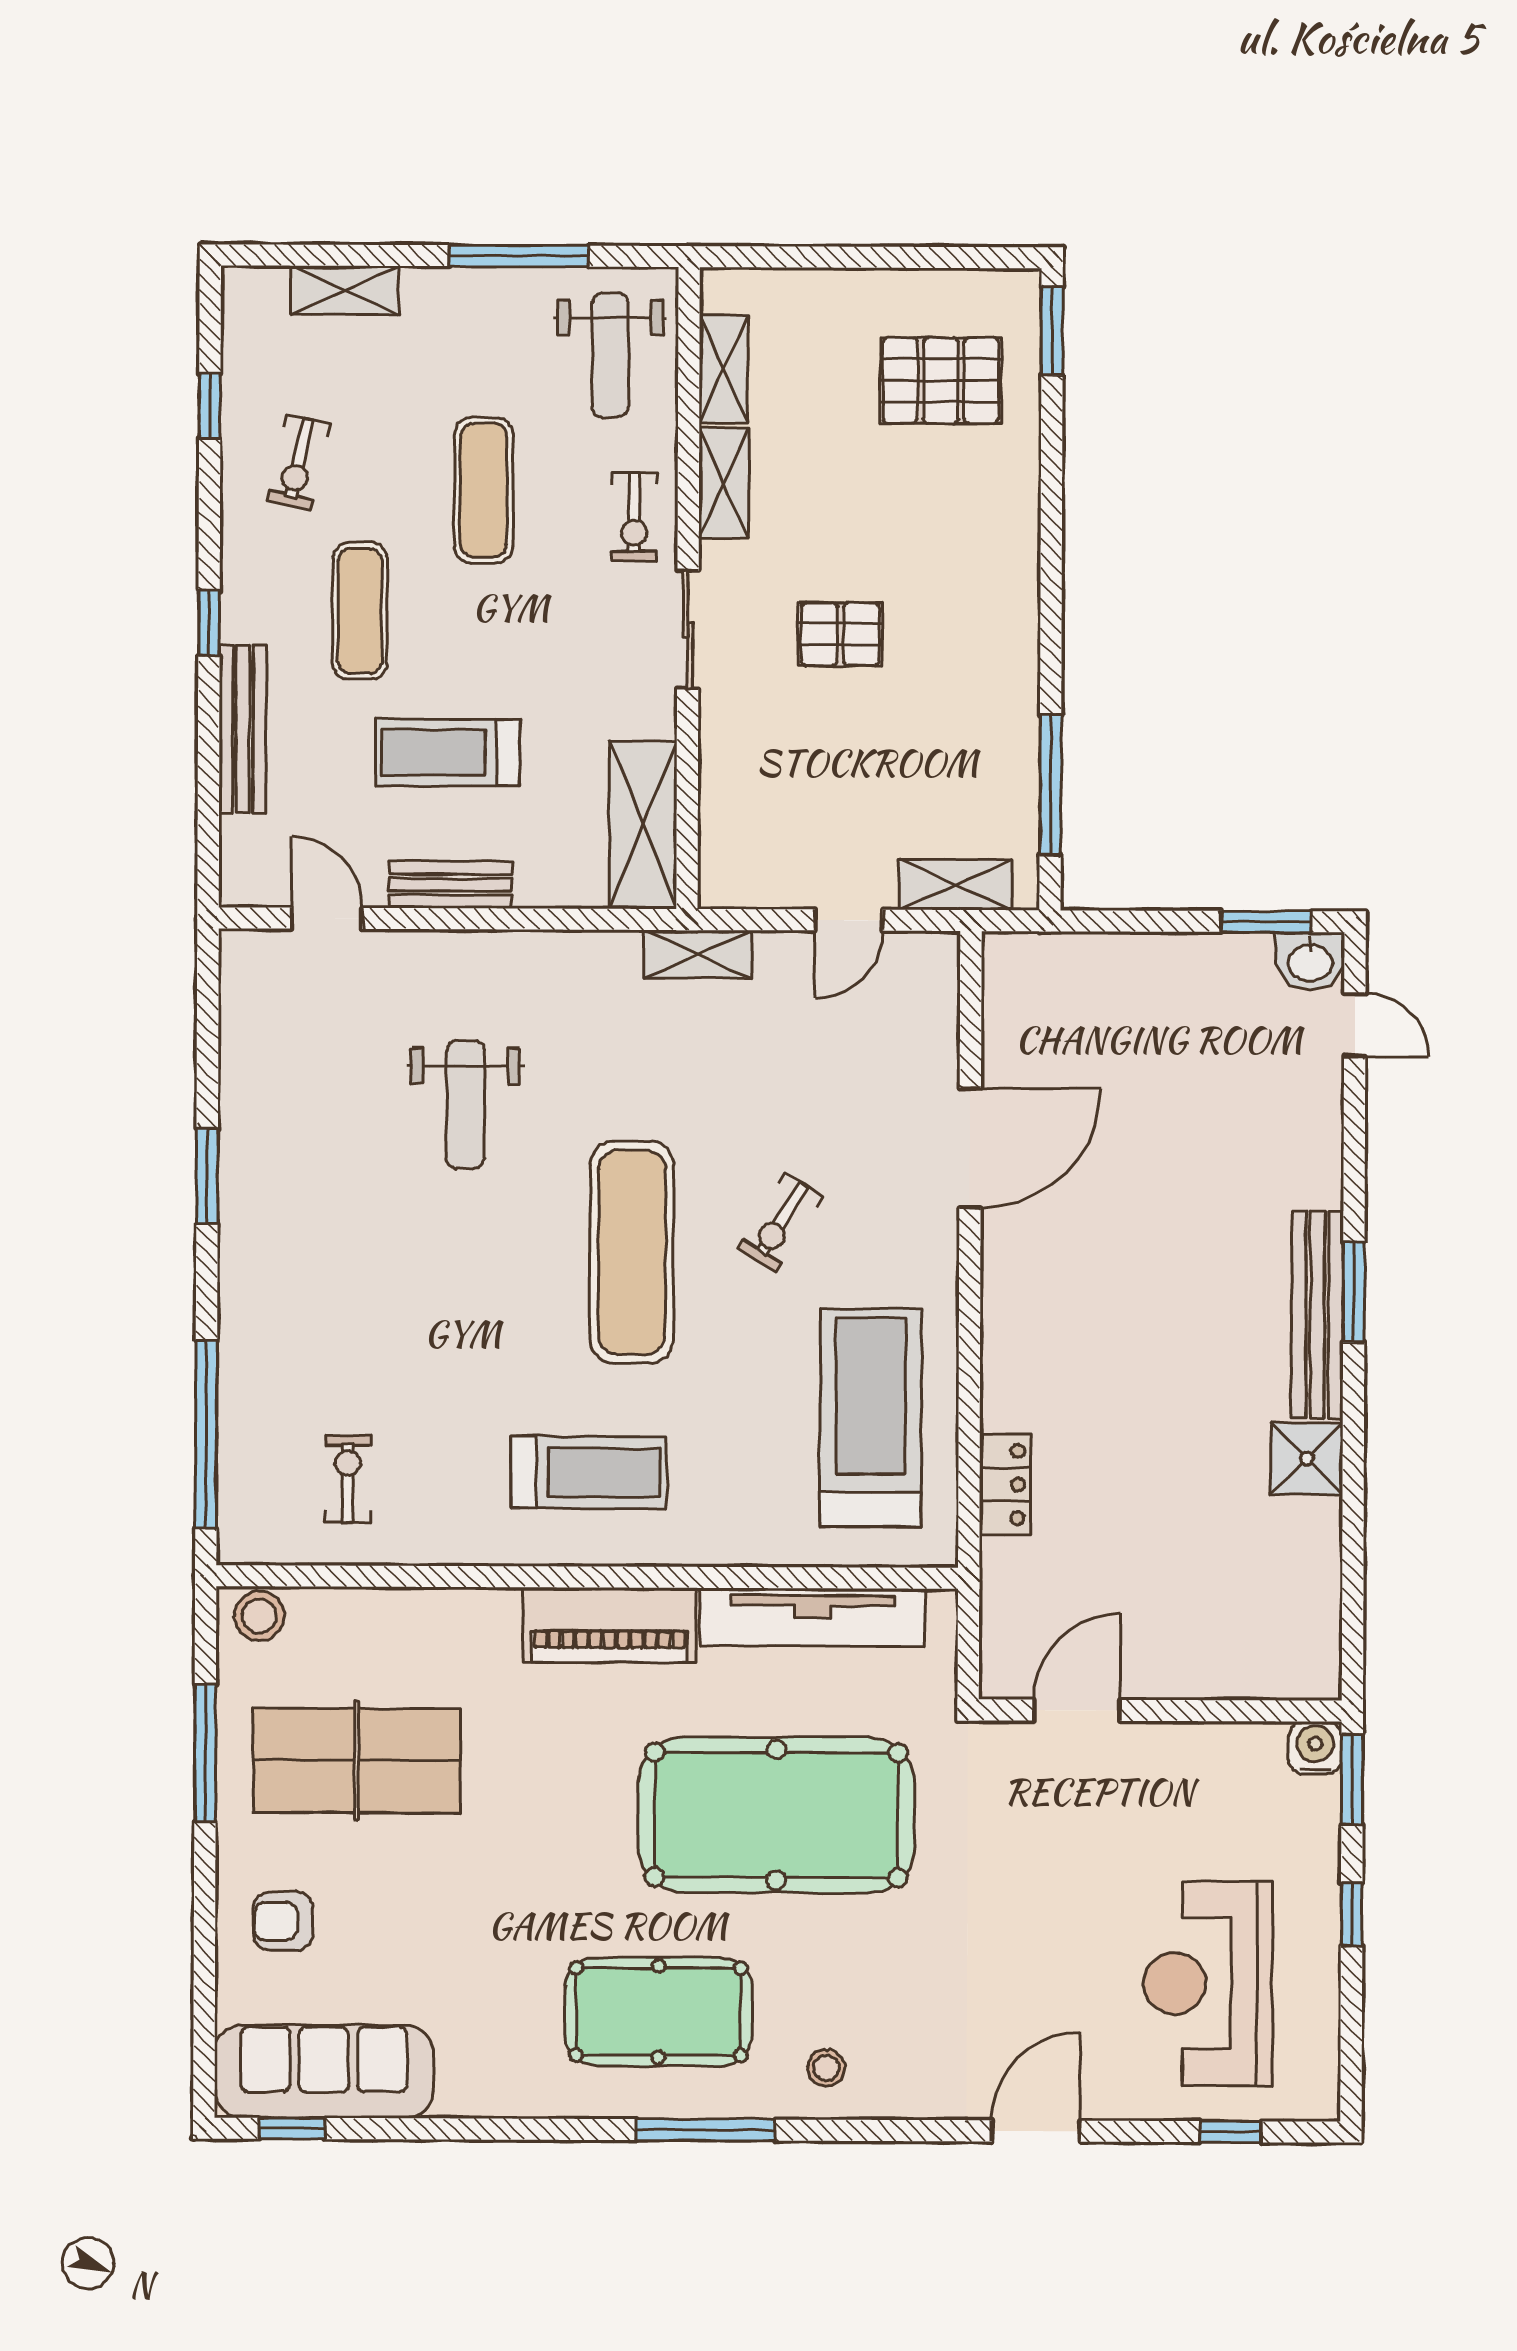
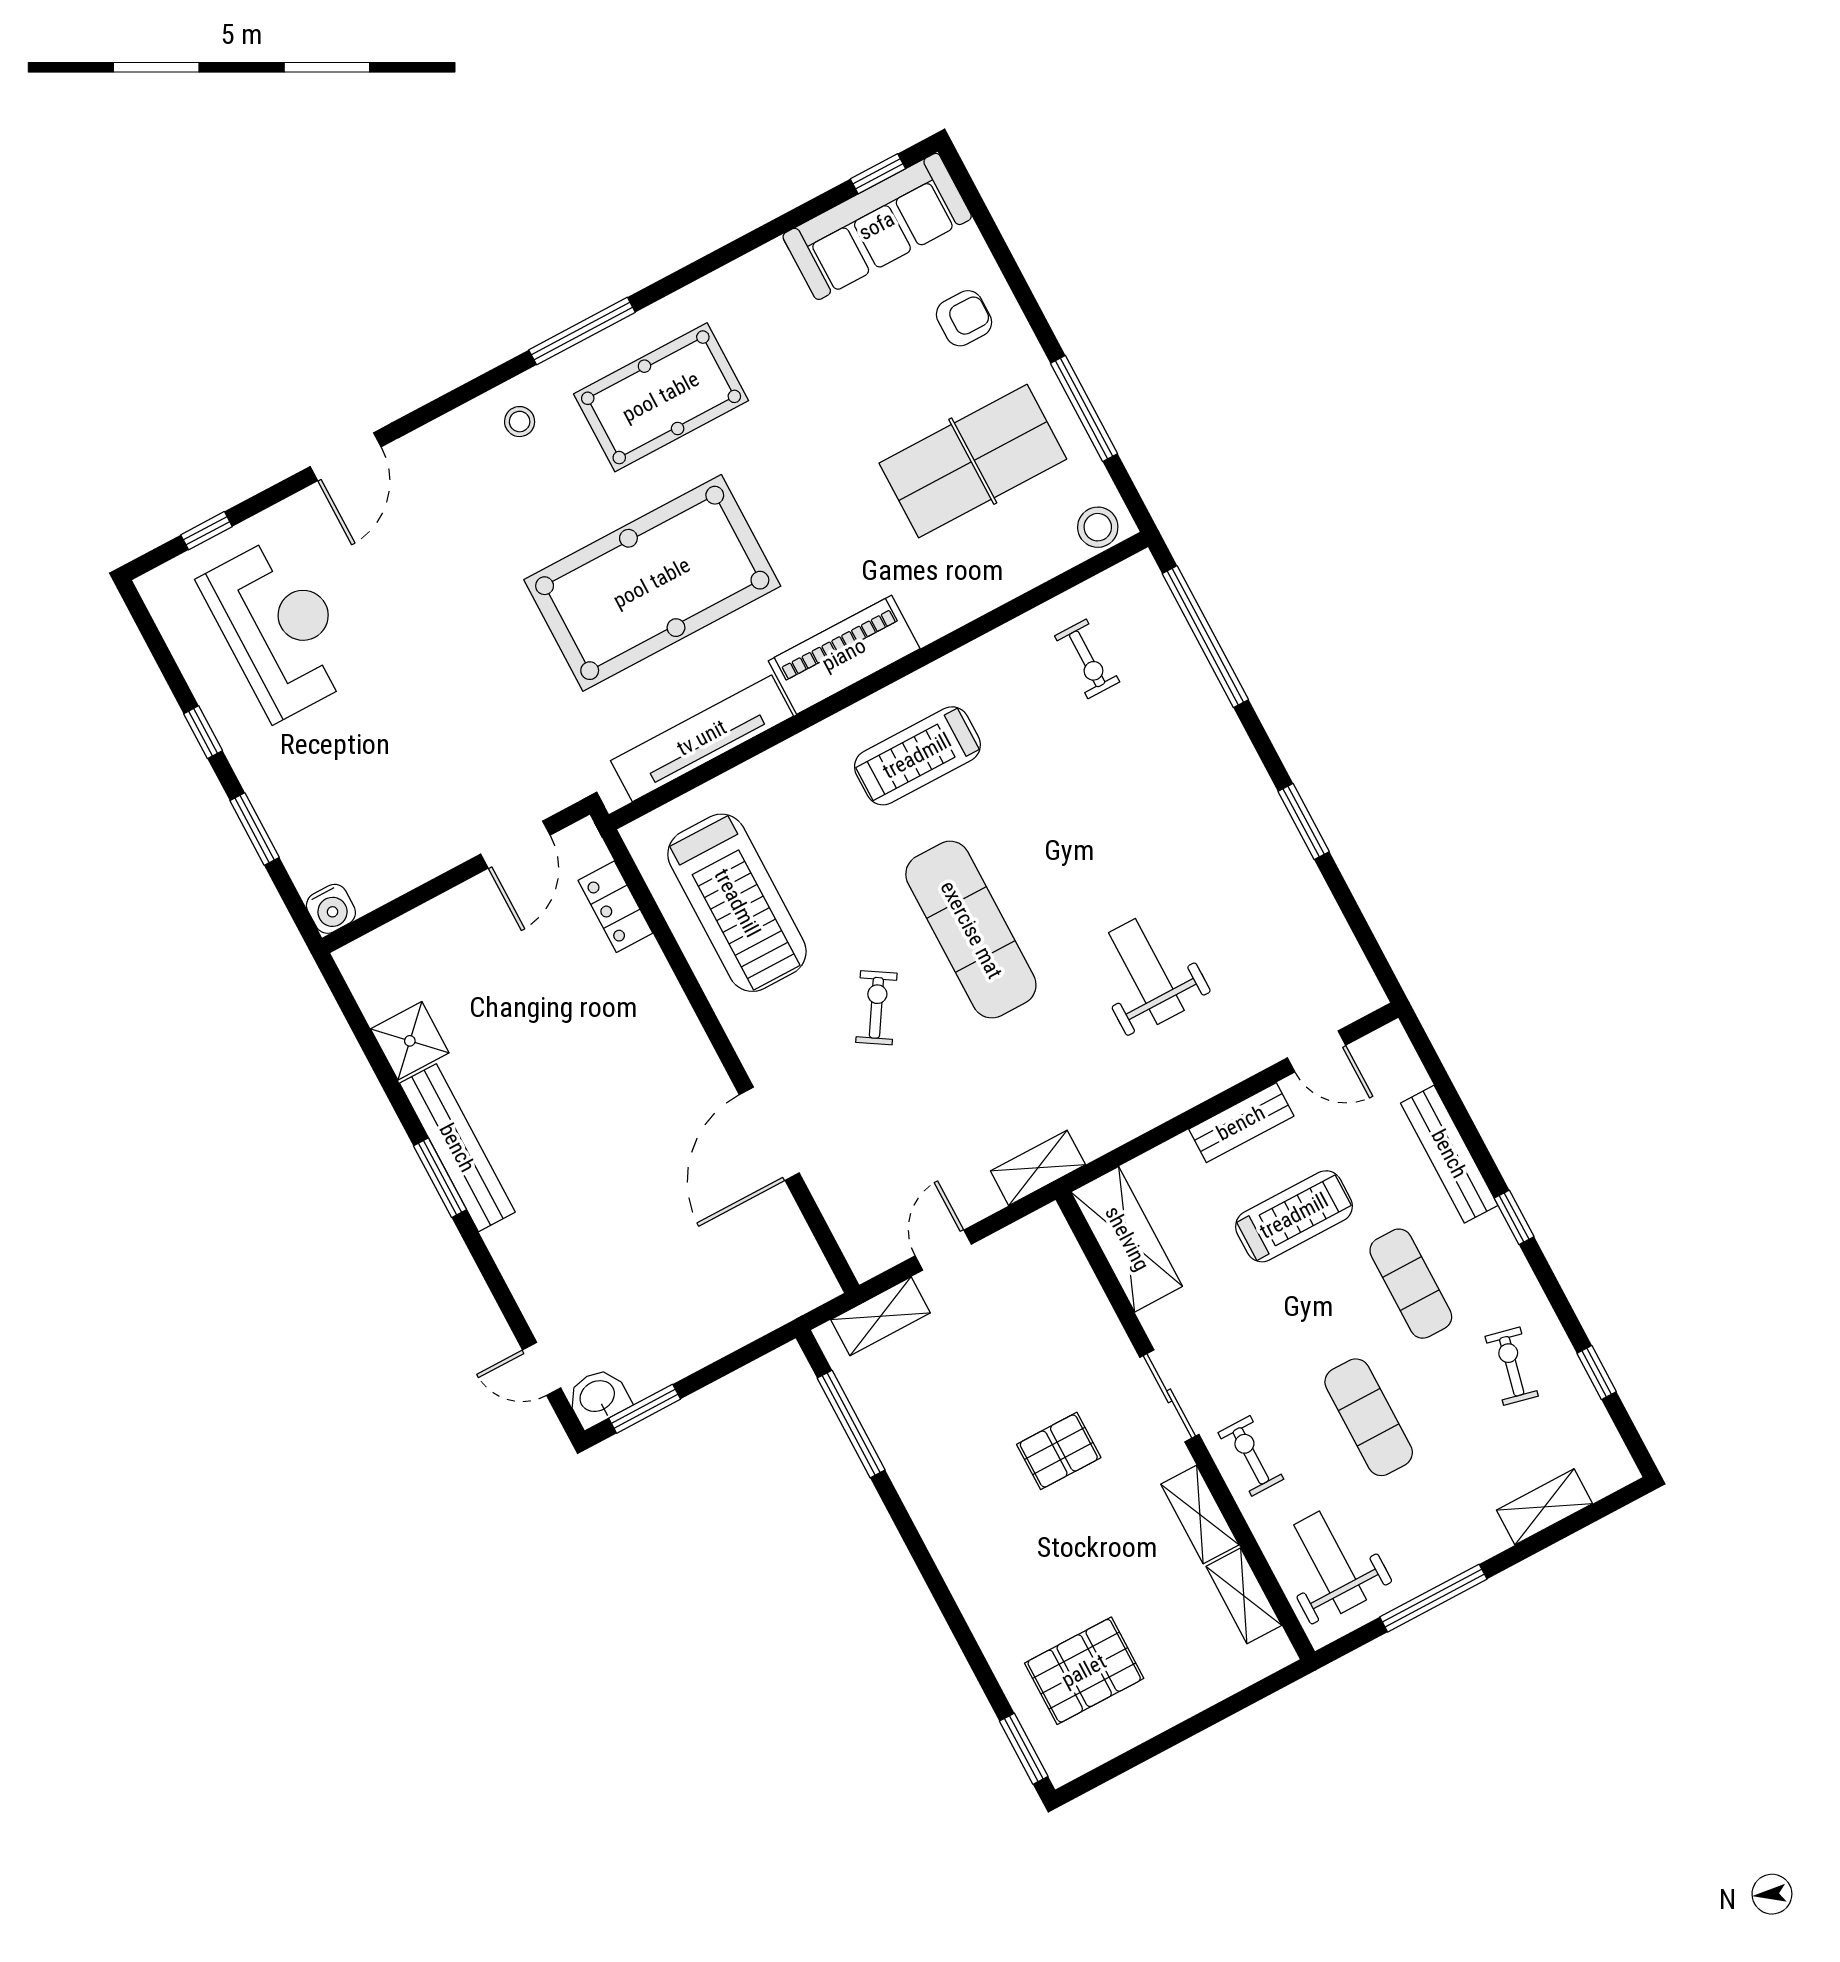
door: (1077, 1710) -> (515, 845), moved
wall: (1160, 1710) -> (456, 876), moved
water cooler: (1315, 1748) -> (331, 909), moved

